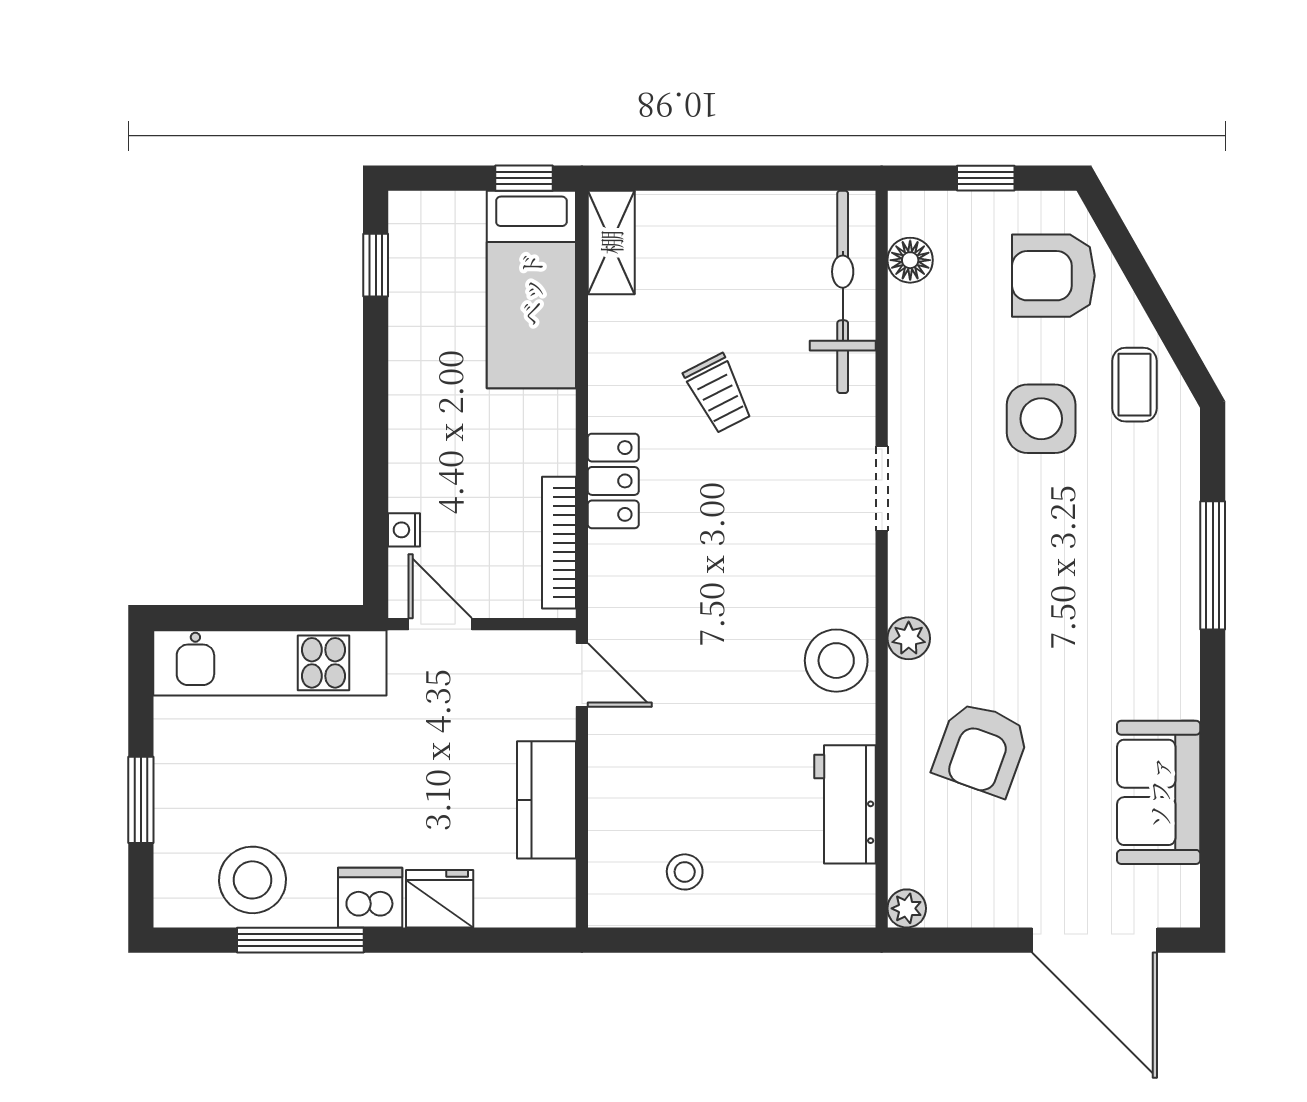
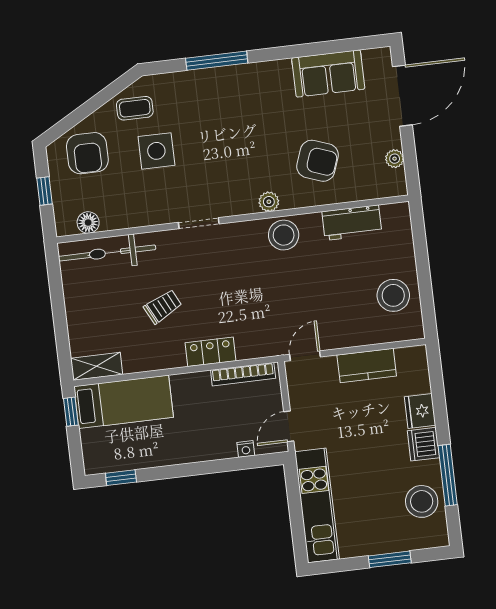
stool: (685, 872) -> (393, 295), width x1.89, depth x1.89
plant: (907, 908) -> (395, 159), moved

